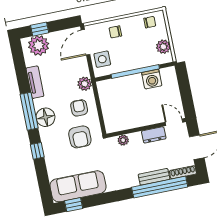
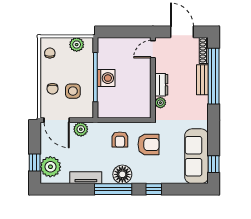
side table: (102, 59) -> (73, 91), moved
washing machine: (152, 79) -> (106, 78), moved
plant: (85, 84) -> (81, 129), moved
armchair: (79, 108) -> (120, 139), turned -90
dresser: (154, 135) -> (161, 85), moved

